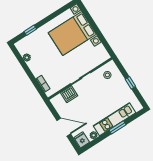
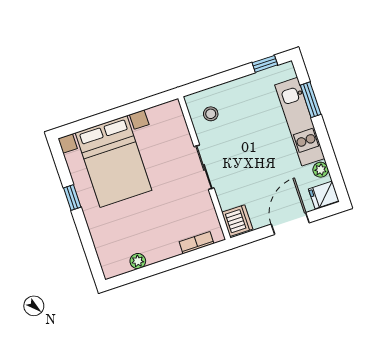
window: (30, 30) -> (72, 197), moved
window: (130, 83) -> (265, 64), moved
dishwasher: (69, 94) -> (237, 221), moved
window: (118, 127) -> (311, 100), moved

